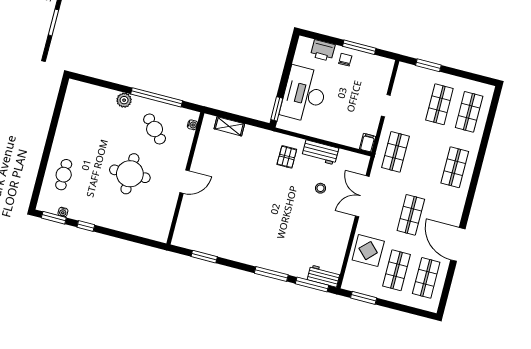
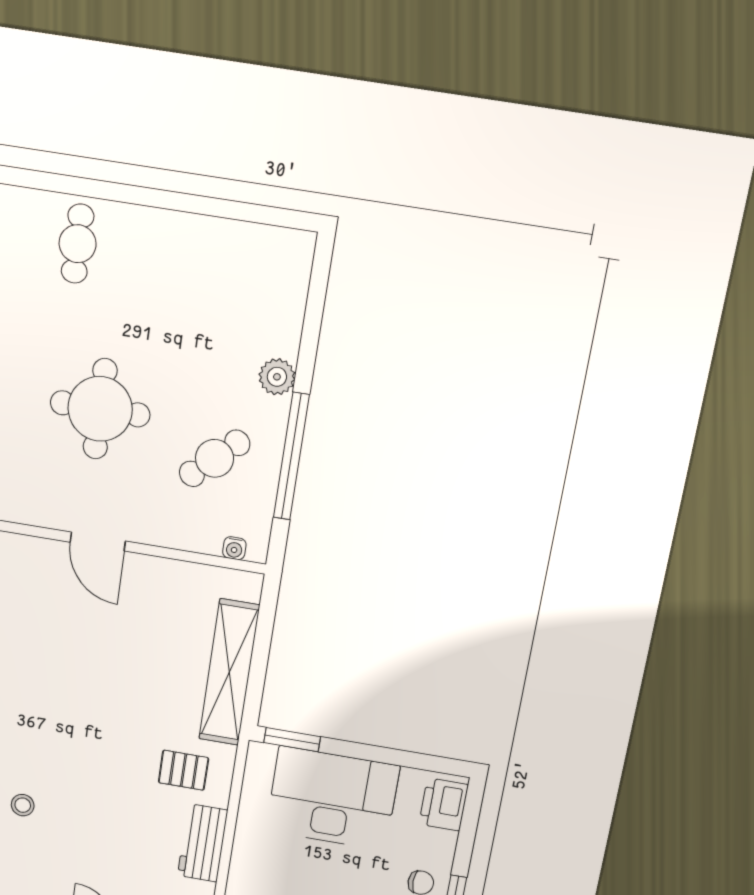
printer: (323, 50) -> (444, 804), moved
shelving: (229, 126) -> (229, 672), width x2.20, depth x1.33
cafe table: (64, 175) -> (78, 244), turned 90
stool: (320, 188) -> (23, 805), moved

